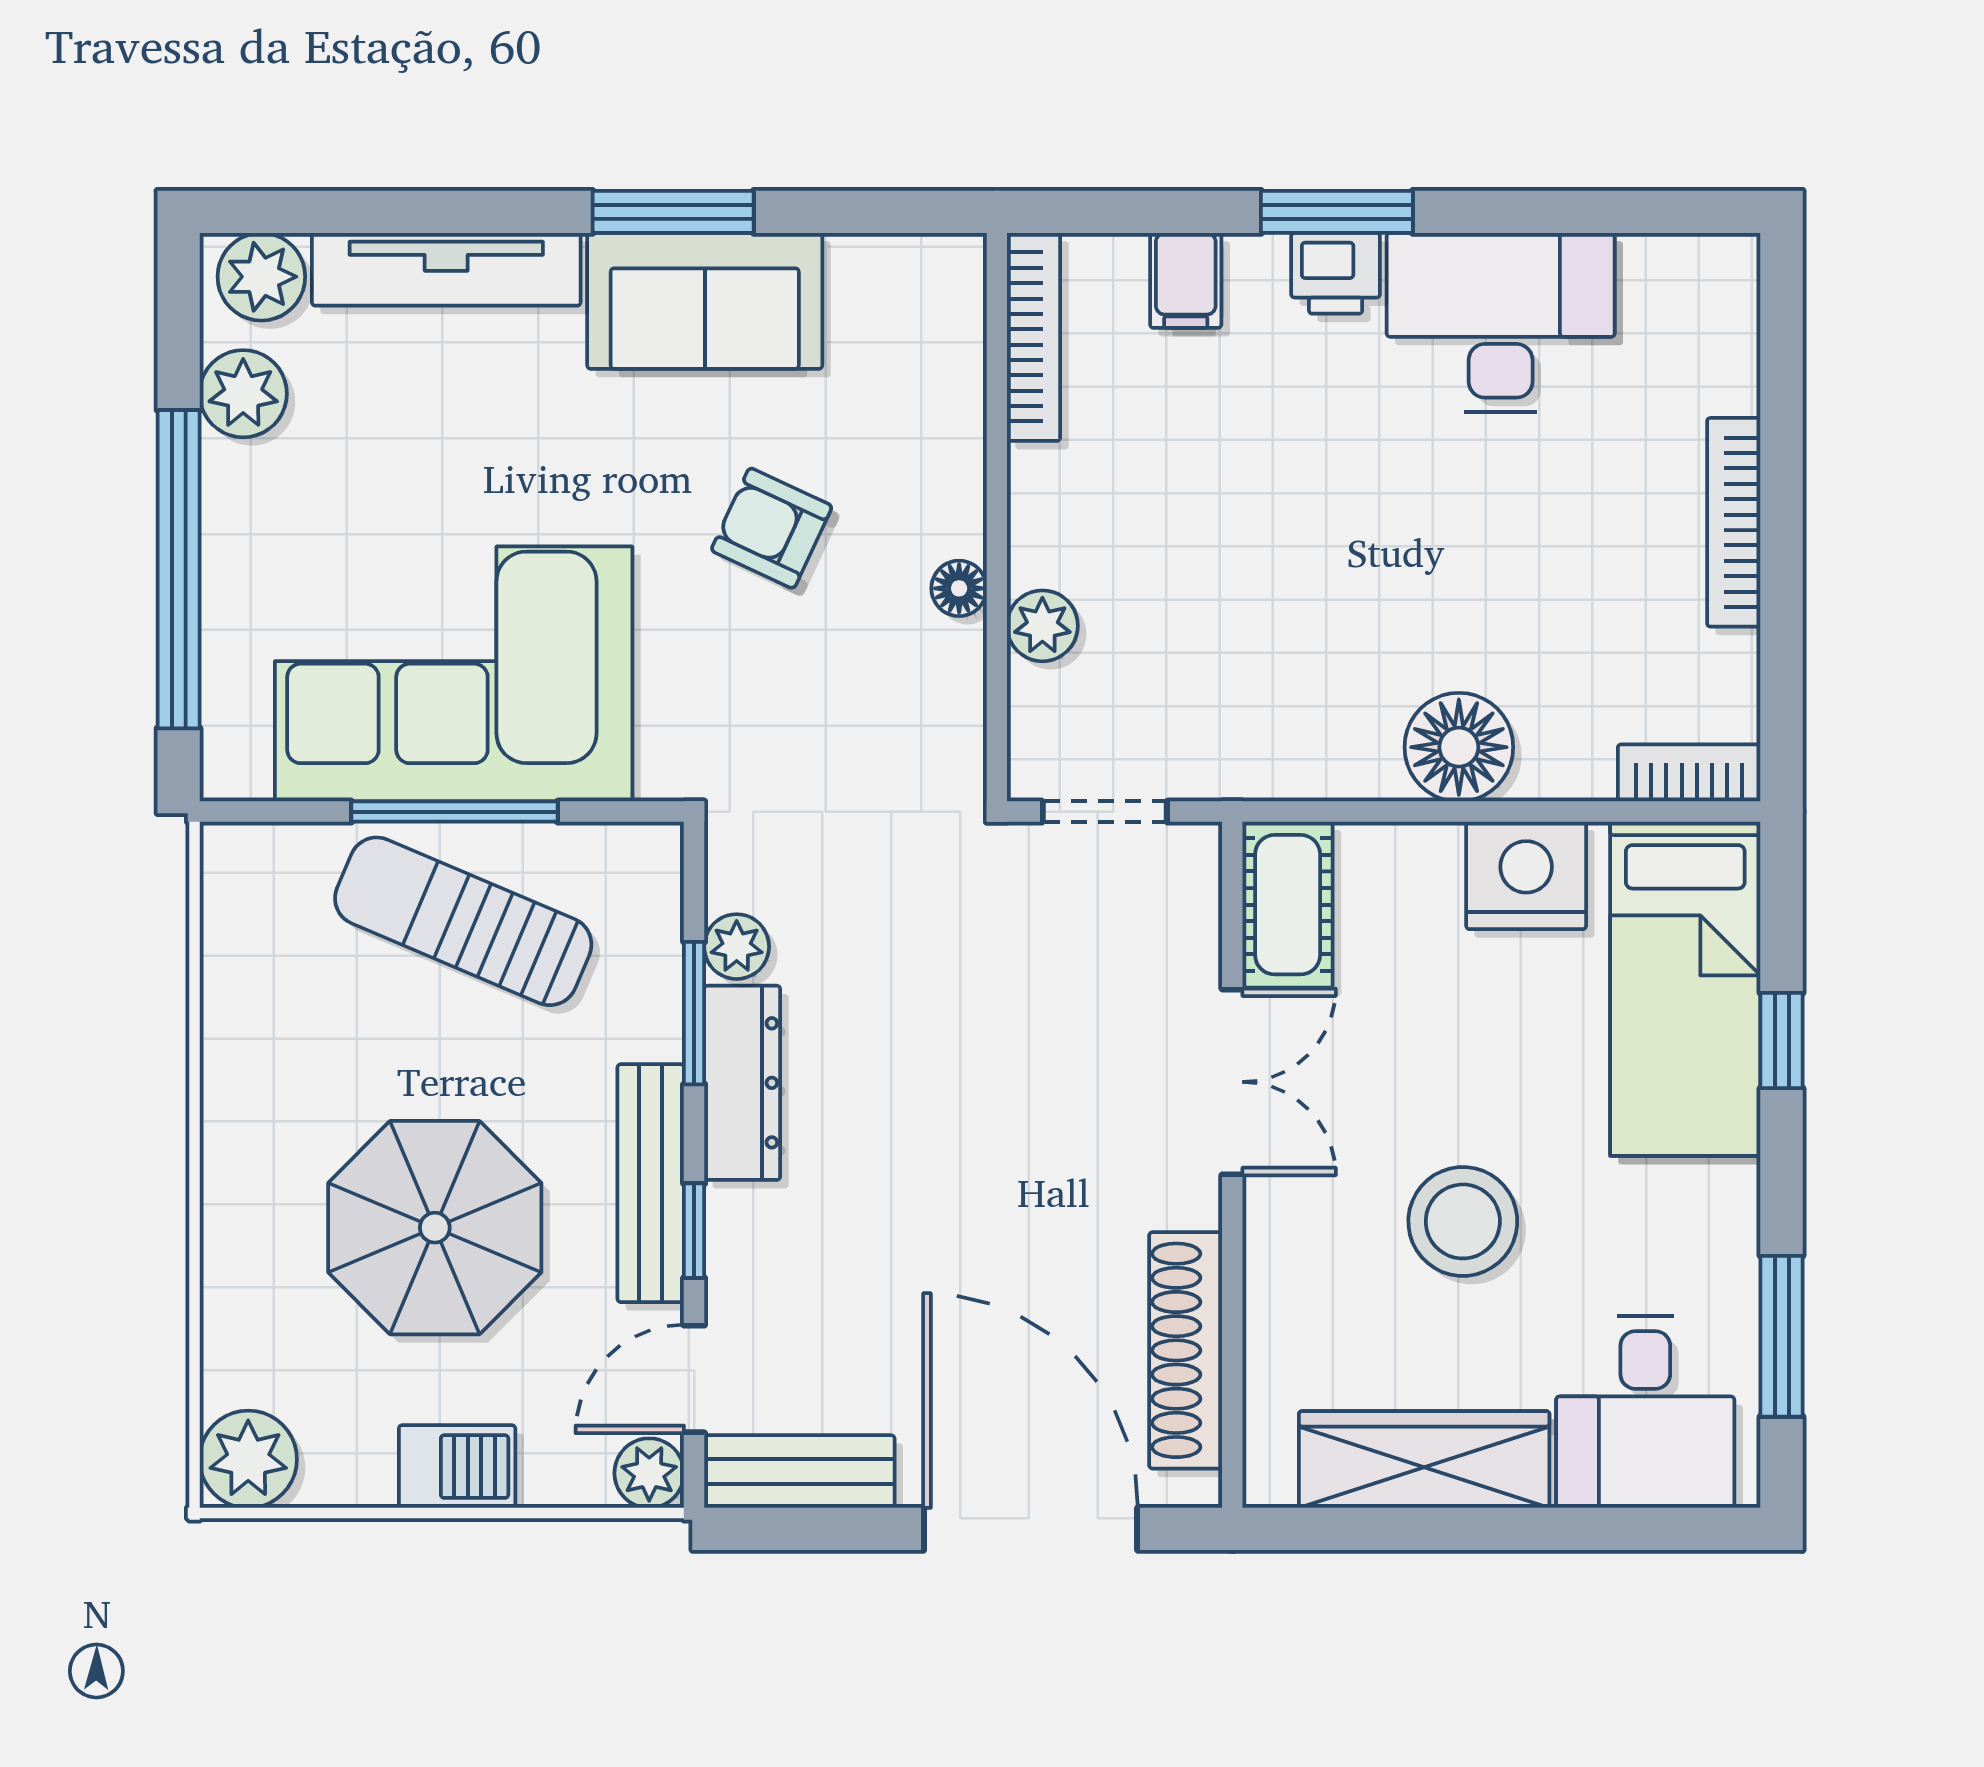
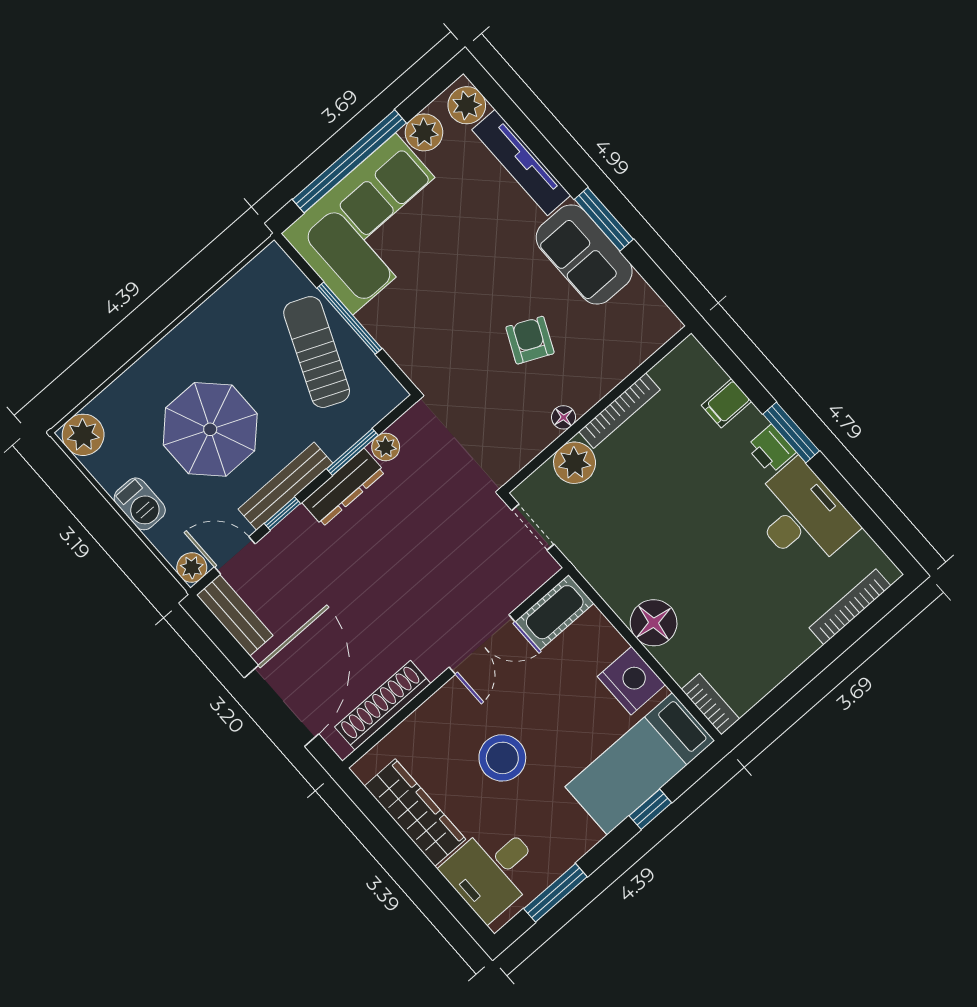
bookcase: (1034, 337) -> (620, 411), moved
bookcase: (1734, 522) -> (850, 607), moved
plant: (1042, 626) -> (575, 463), width x1.38, depth x1.38
corner sofa: (454, 674) -> (374, 224), moved, turned 90

